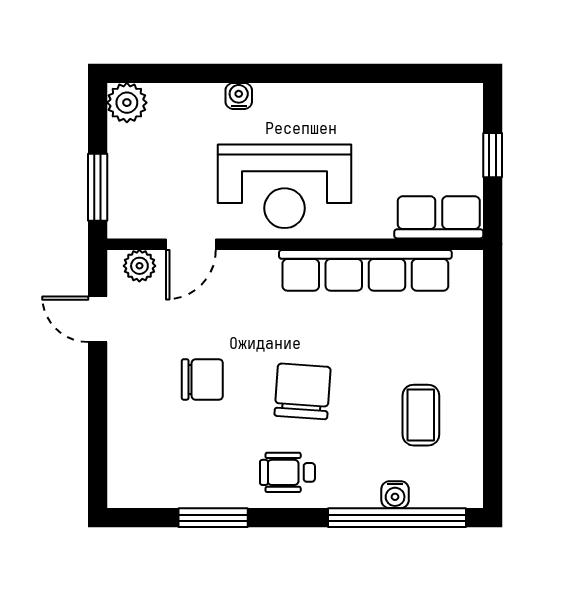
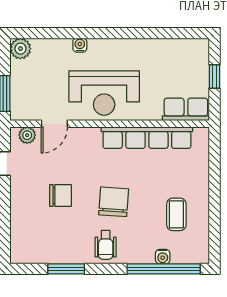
wheelchair: (287, 472) -> (106, 245), turned -90

